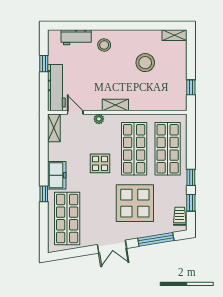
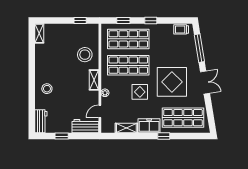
workbench: (76, 37) -> (41, 121), moved
stool: (145, 63) -> (85, 55), moved
workbench: (56, 88) -> (85, 126), width x0.73
shelving: (54, 128) -> (126, 128), moved
display table: (135, 203) -> (172, 82), moved
window: (191, 203) -> (123, 21), moved

